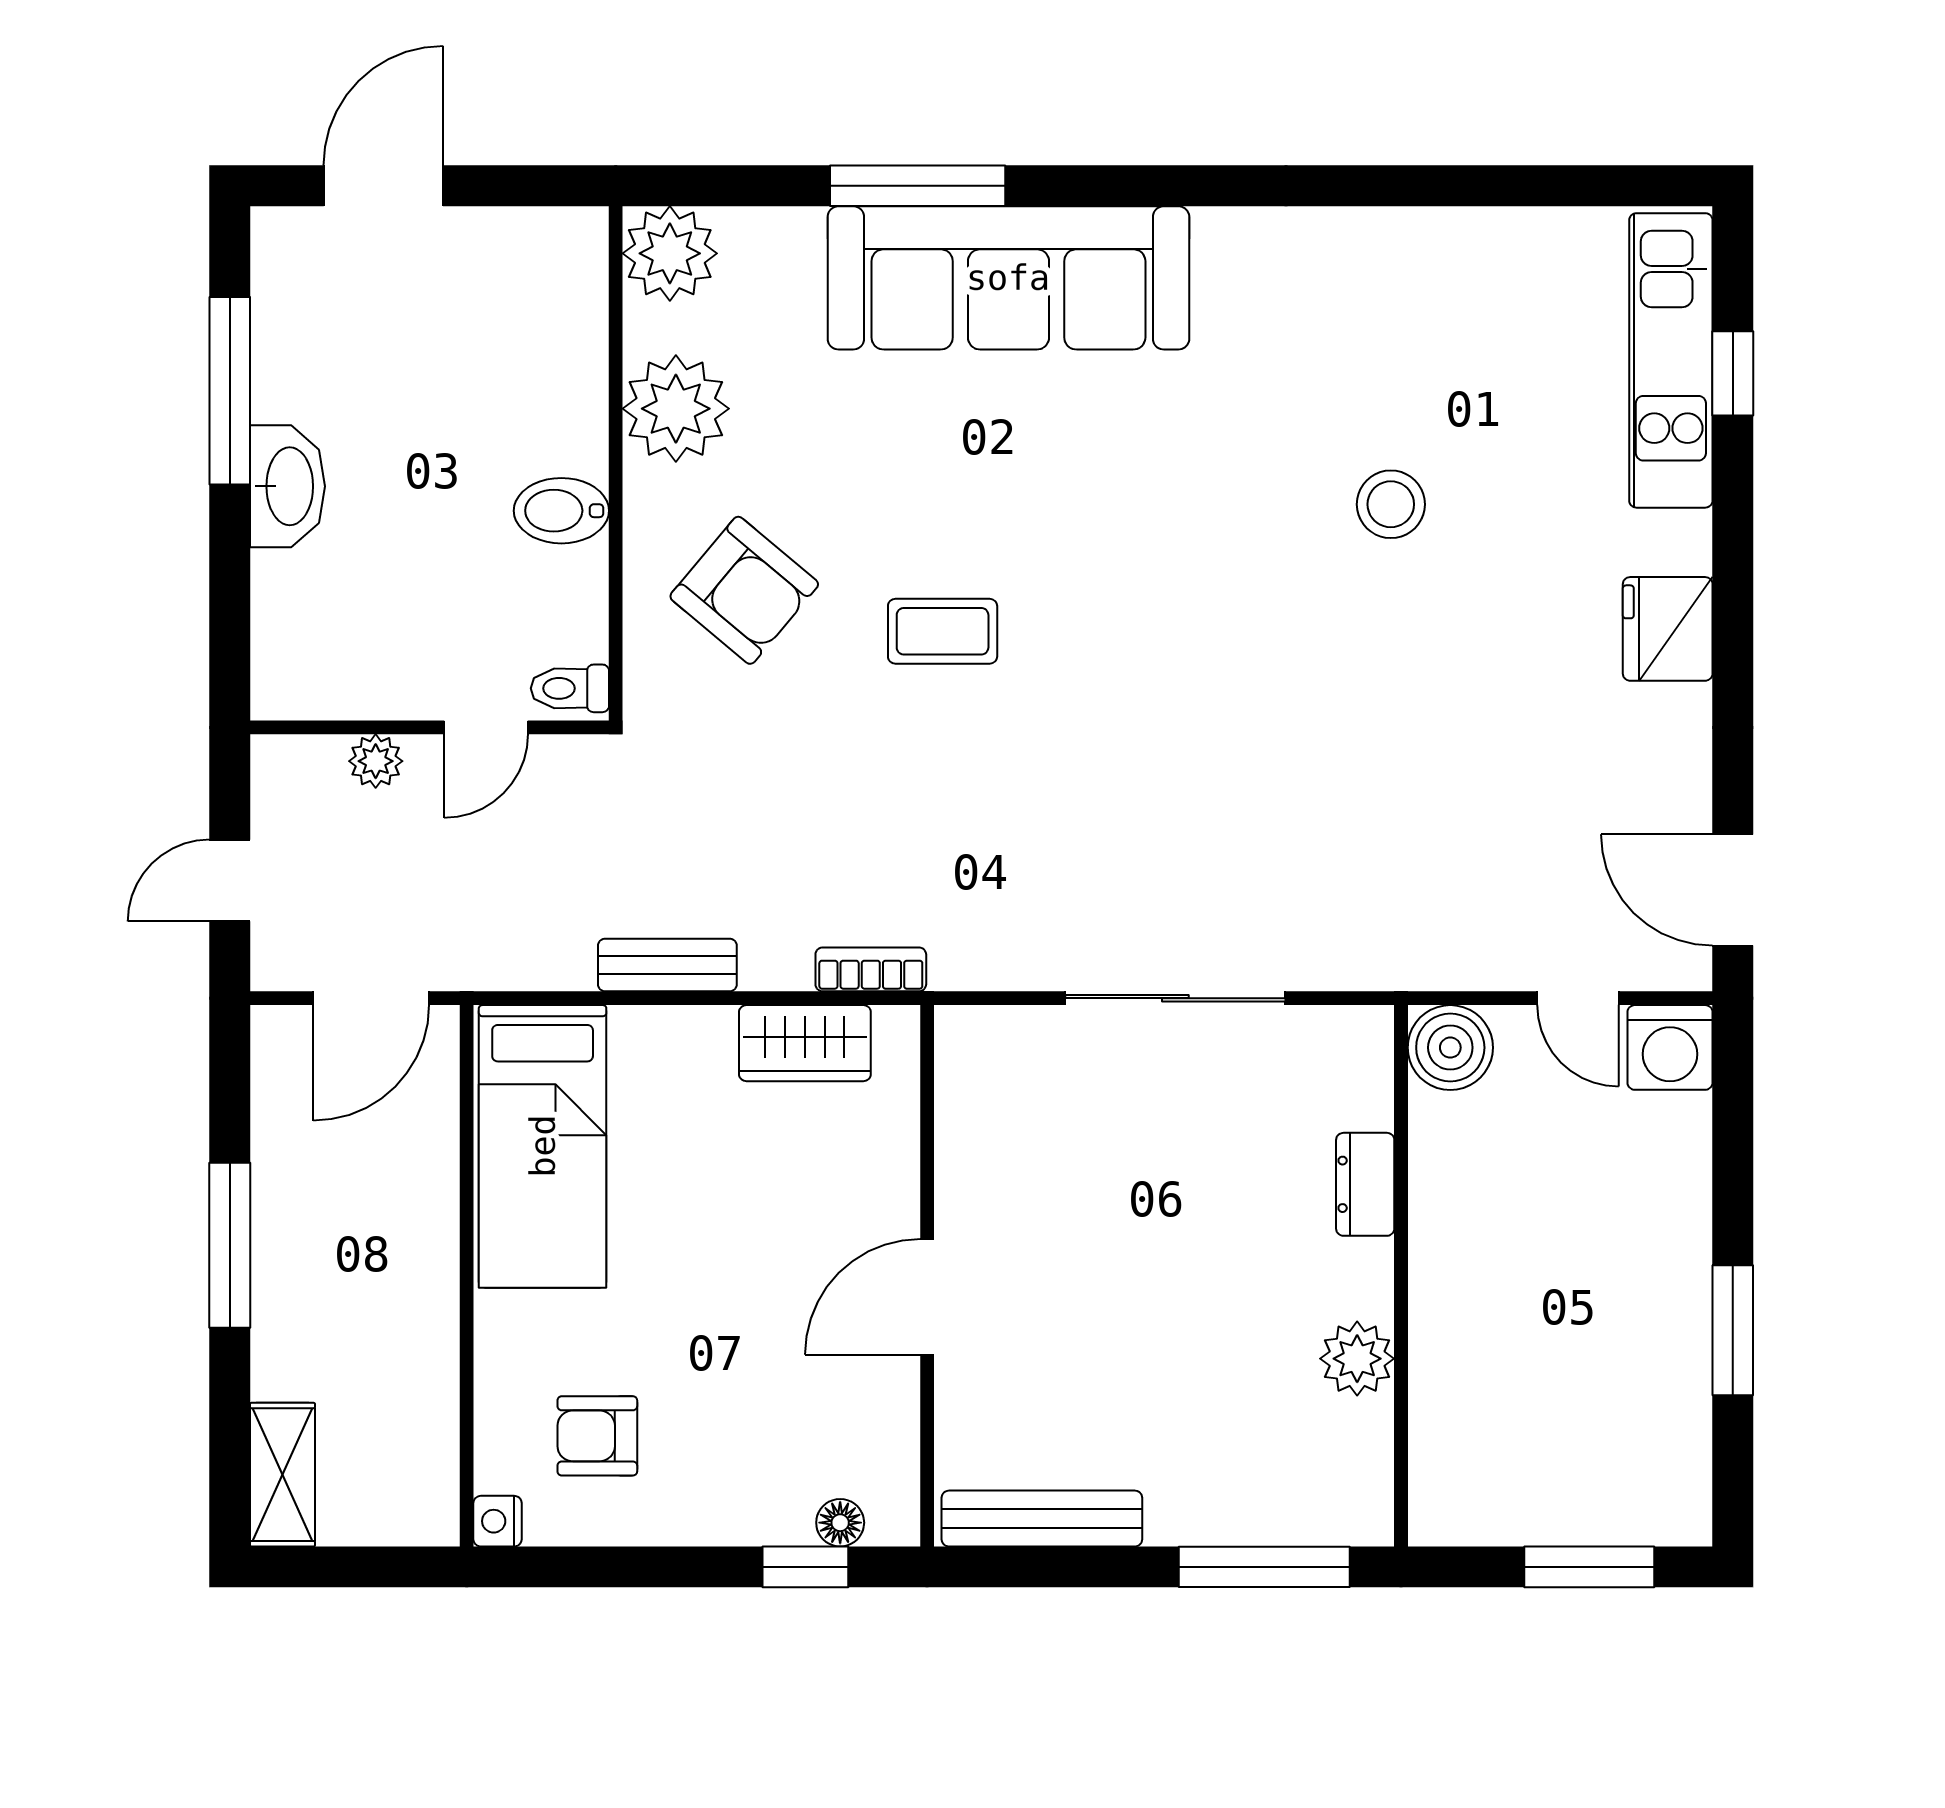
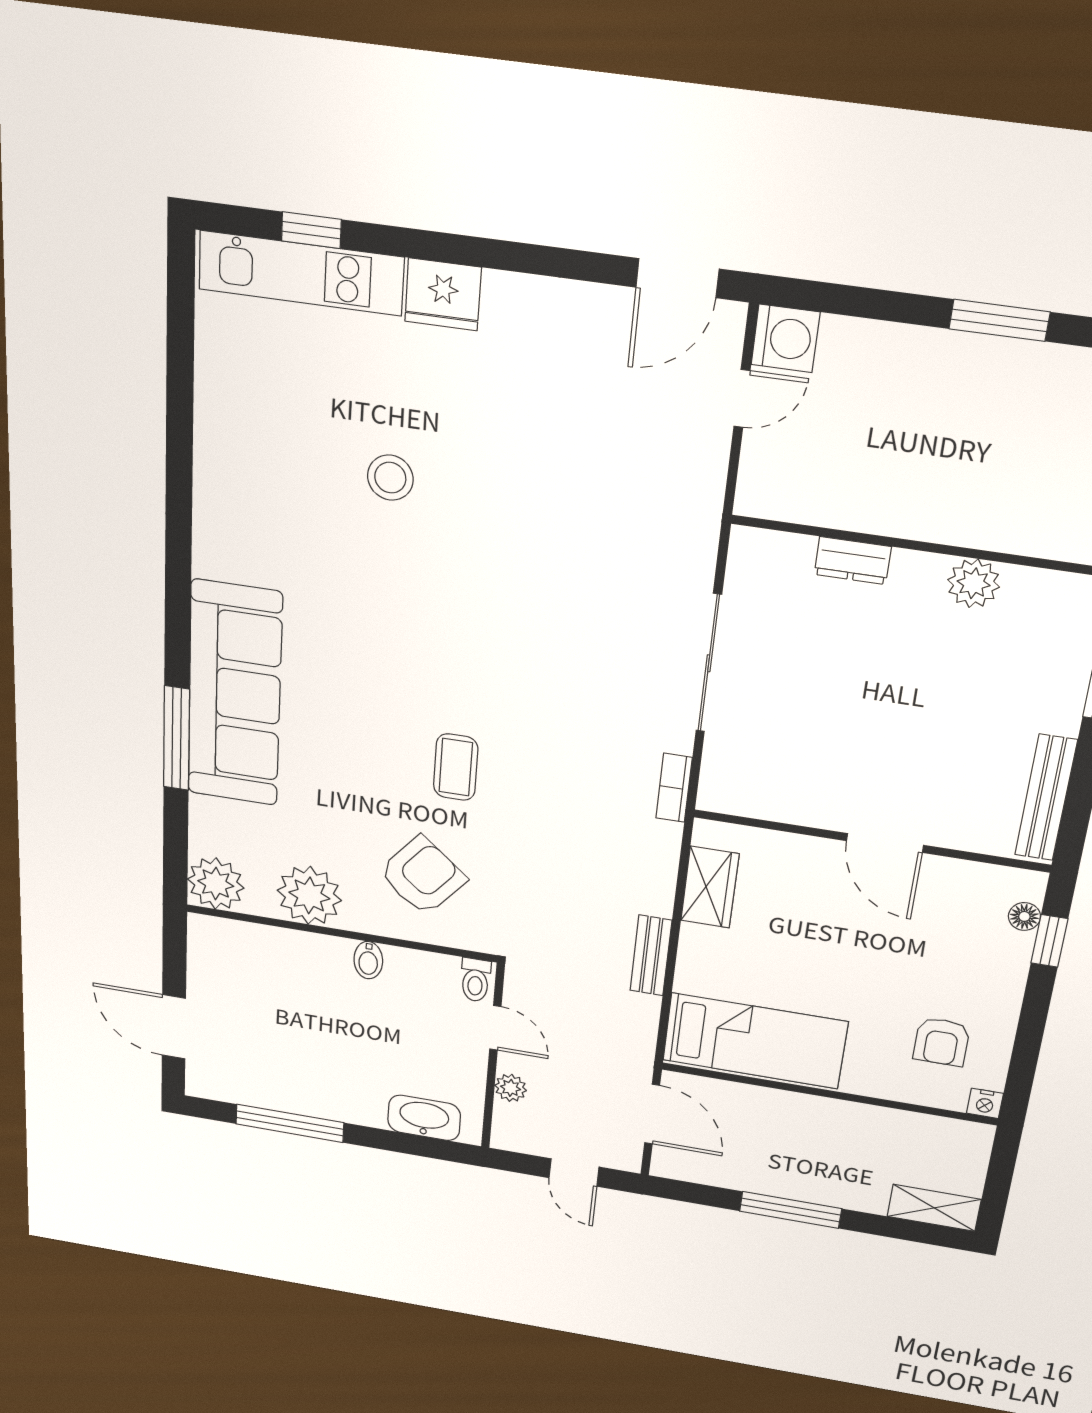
washbasin: (287, 486) -> (424, 1118), moved
bidet: (561, 511) -> (368, 960), width x0.72, depth x0.74
fridge: (1668, 629) -> (443, 294), moved
bookcase: (871, 969) -> (674, 788), moved
boiler: (1450, 1048) -> (765, 491), removed

